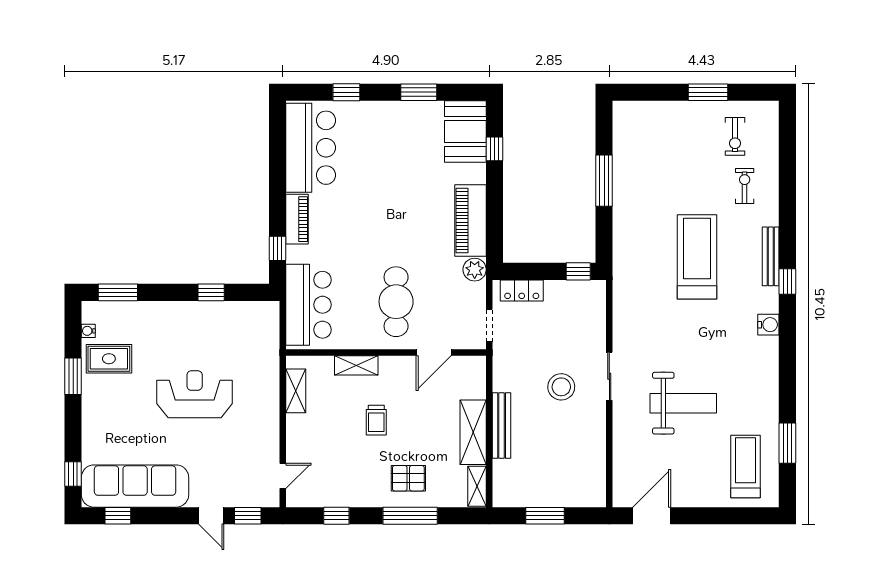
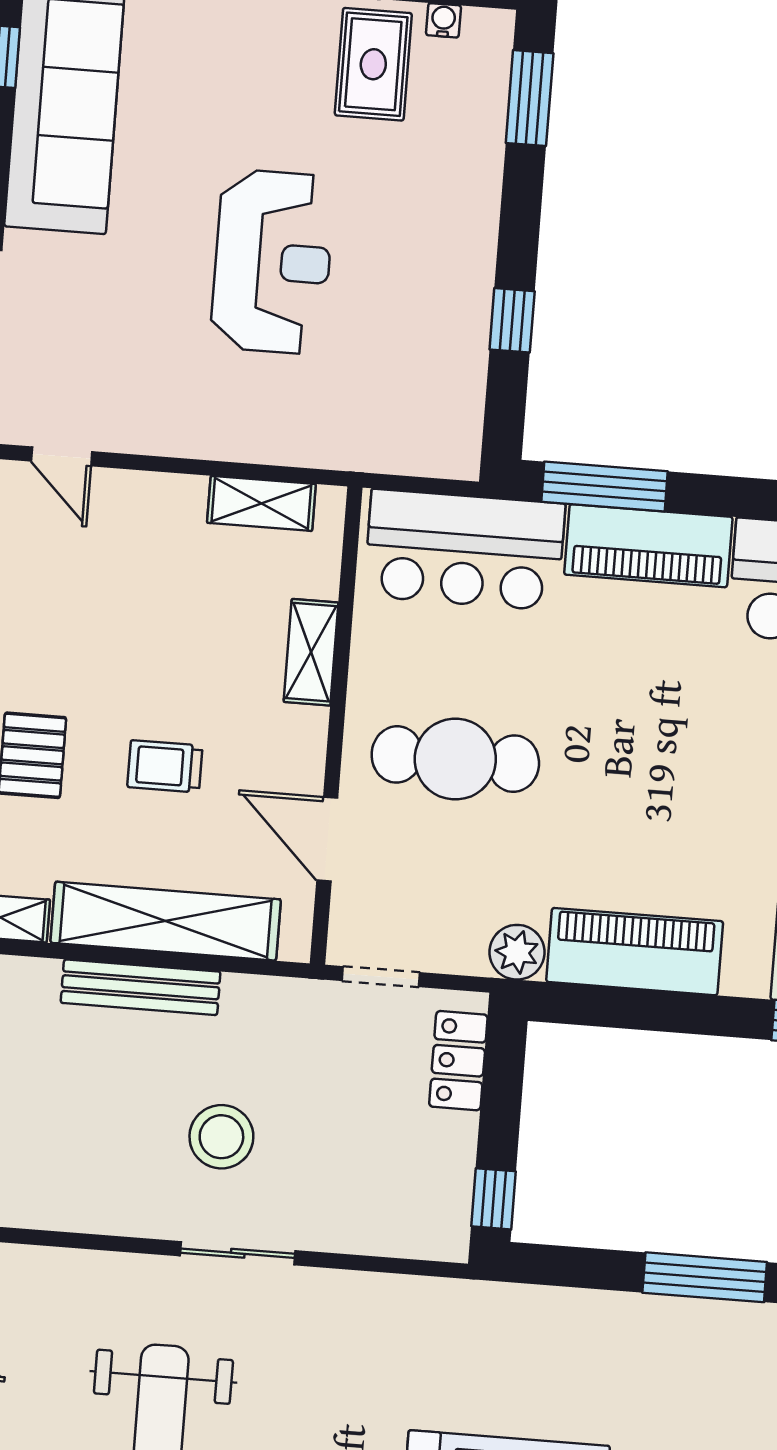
piano: (297, 219) -> (648, 546), width x1.37, depth x1.33
window: (277, 248) -> (605, 486), width x2.17
trolley: (376, 420) -> (165, 766), moved
shelving: (473, 432) -> (166, 921), width x1.47

